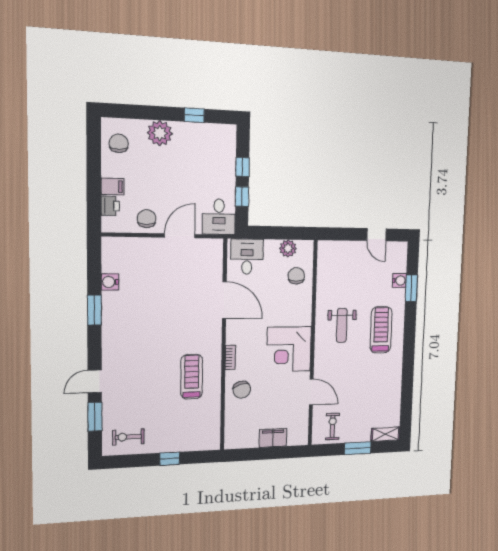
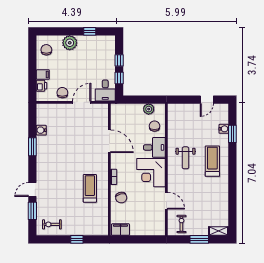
door: (377, 235) -> (207, 100), hinge flipped
desk: (247, 257) -> (154, 147), moved, turned 90
filing cabinet: (273, 438) -> (120, 230), moved

